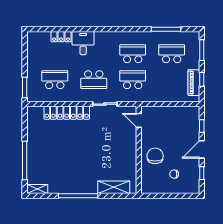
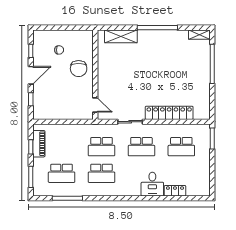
school desk: (94, 80) -> (141, 147), turned 180

